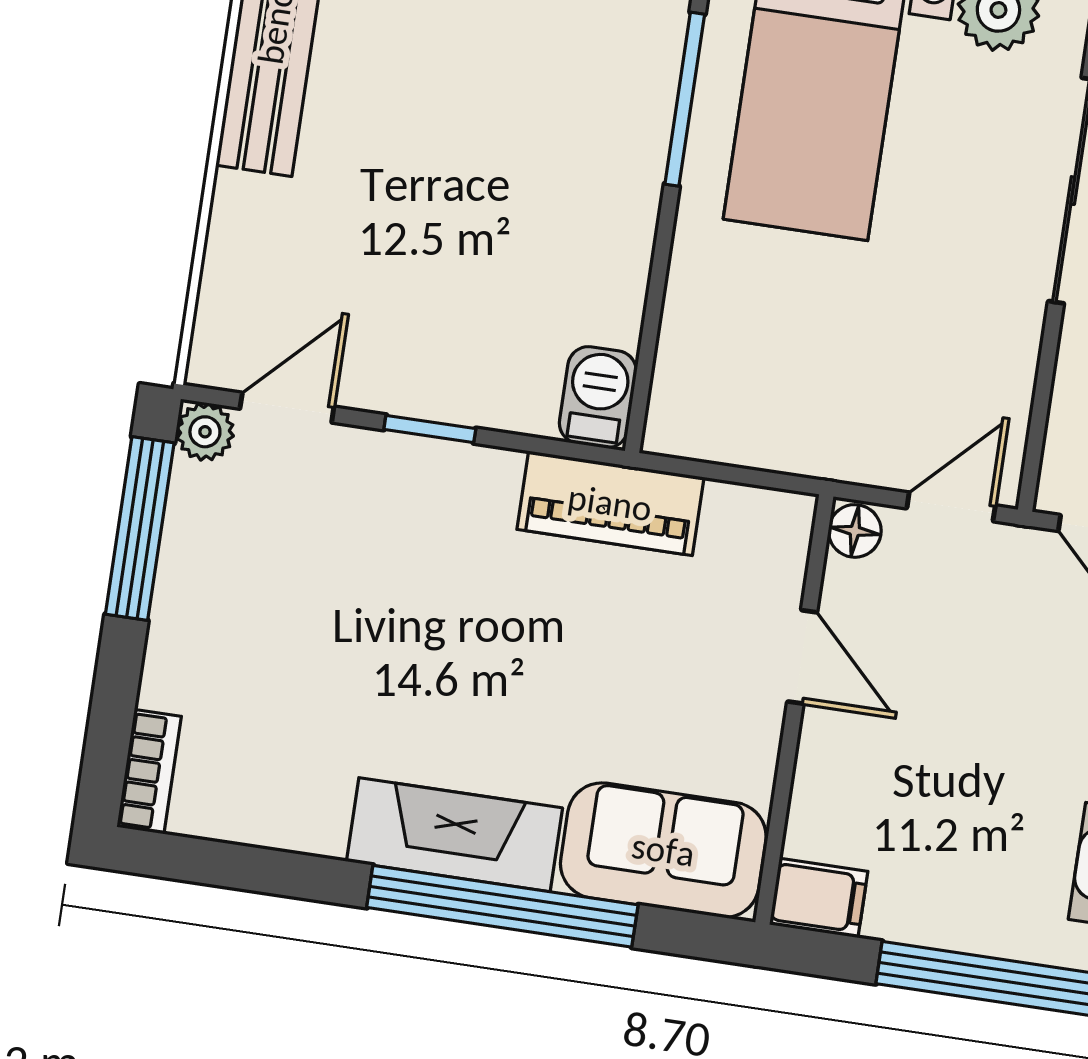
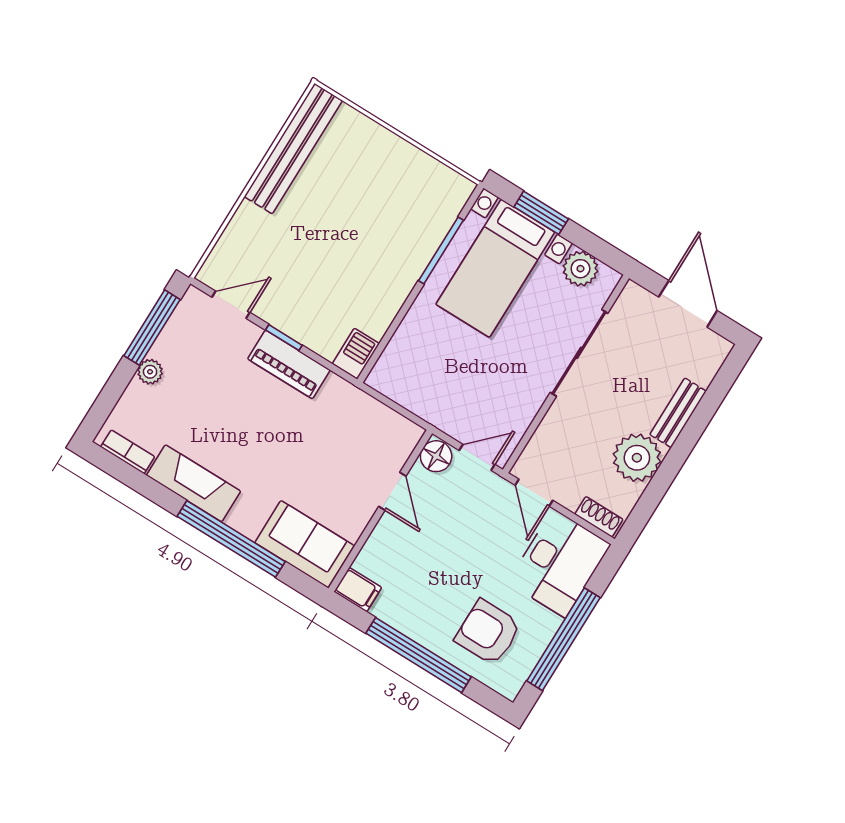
plant: (205, 432) -> (150, 372), moved
piano: (610, 503) -> (289, 364), moved
floor lamp: (855, 531) -> (436, 456), width x1.37, depth x1.37
bookcase: (149, 772) -> (128, 452), moved, turned -90
fireplace: (454, 835) -> (193, 483), moved

